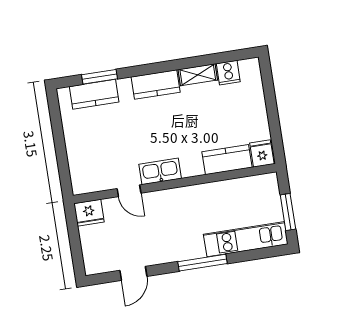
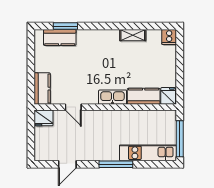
cooker: (228, 73) -> (169, 37), moved
kitchen counter: (156, 85) -> (42, 89), moved, turned -90
kitchen sink: (160, 171) -> (113, 97), moved
window: (288, 212) -> (180, 139), width x1.44

